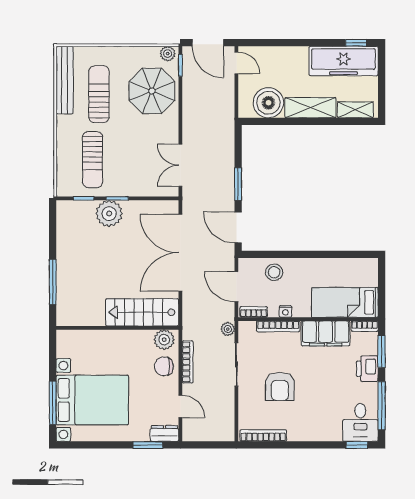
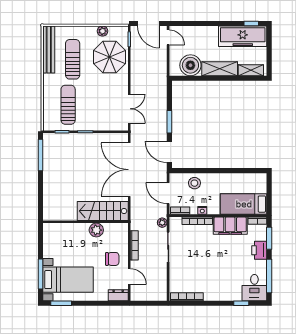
plant: (168, 54) -> (103, 31), moved
sun lounger: (92, 160) -> (68, 105), turned 180
double door: (180, 165) -> (129, 109), swing flipped
plant: (109, 214) -> (80, 142), removed
window: (53, 282) -> (40, 155), moved
plant: (164, 340) -> (96, 230), moved
chair: (164, 366) -> (112, 259), moved, turned 180
armchair: (280, 386) -> (198, 263), removed
bed with nightstands: (92, 400) -> (68, 280), width x0.73
window: (148, 445) -> (61, 303), moved
window: (357, 445) -> (241, 303), moved

